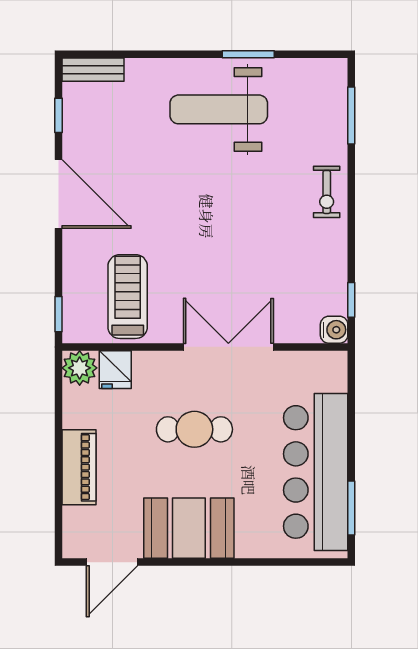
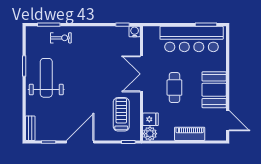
weight bench: (219, 109) -> (46, 78), turned 180
exercise bike: (327, 192) -> (61, 38), moved
treadmill: (128, 297) -> (121, 114), turned 90

